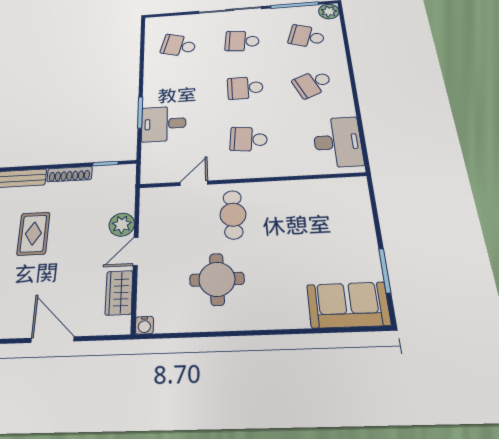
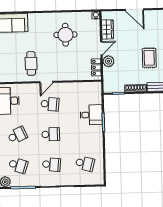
door: (194, 183) -> (46, 82), moved
locker: (149, 212) -> (96, 67), added
cafe table: (233, 215) -> (31, 63), moved

